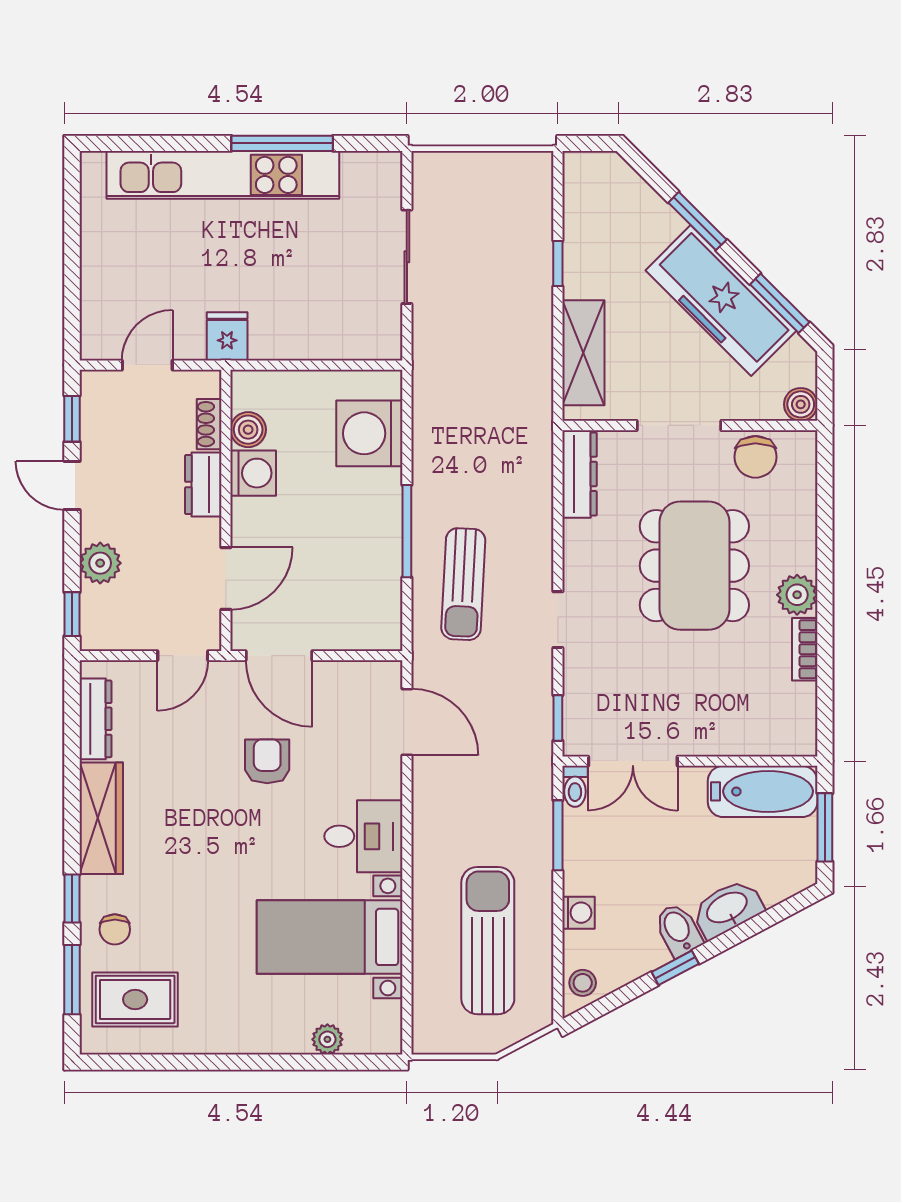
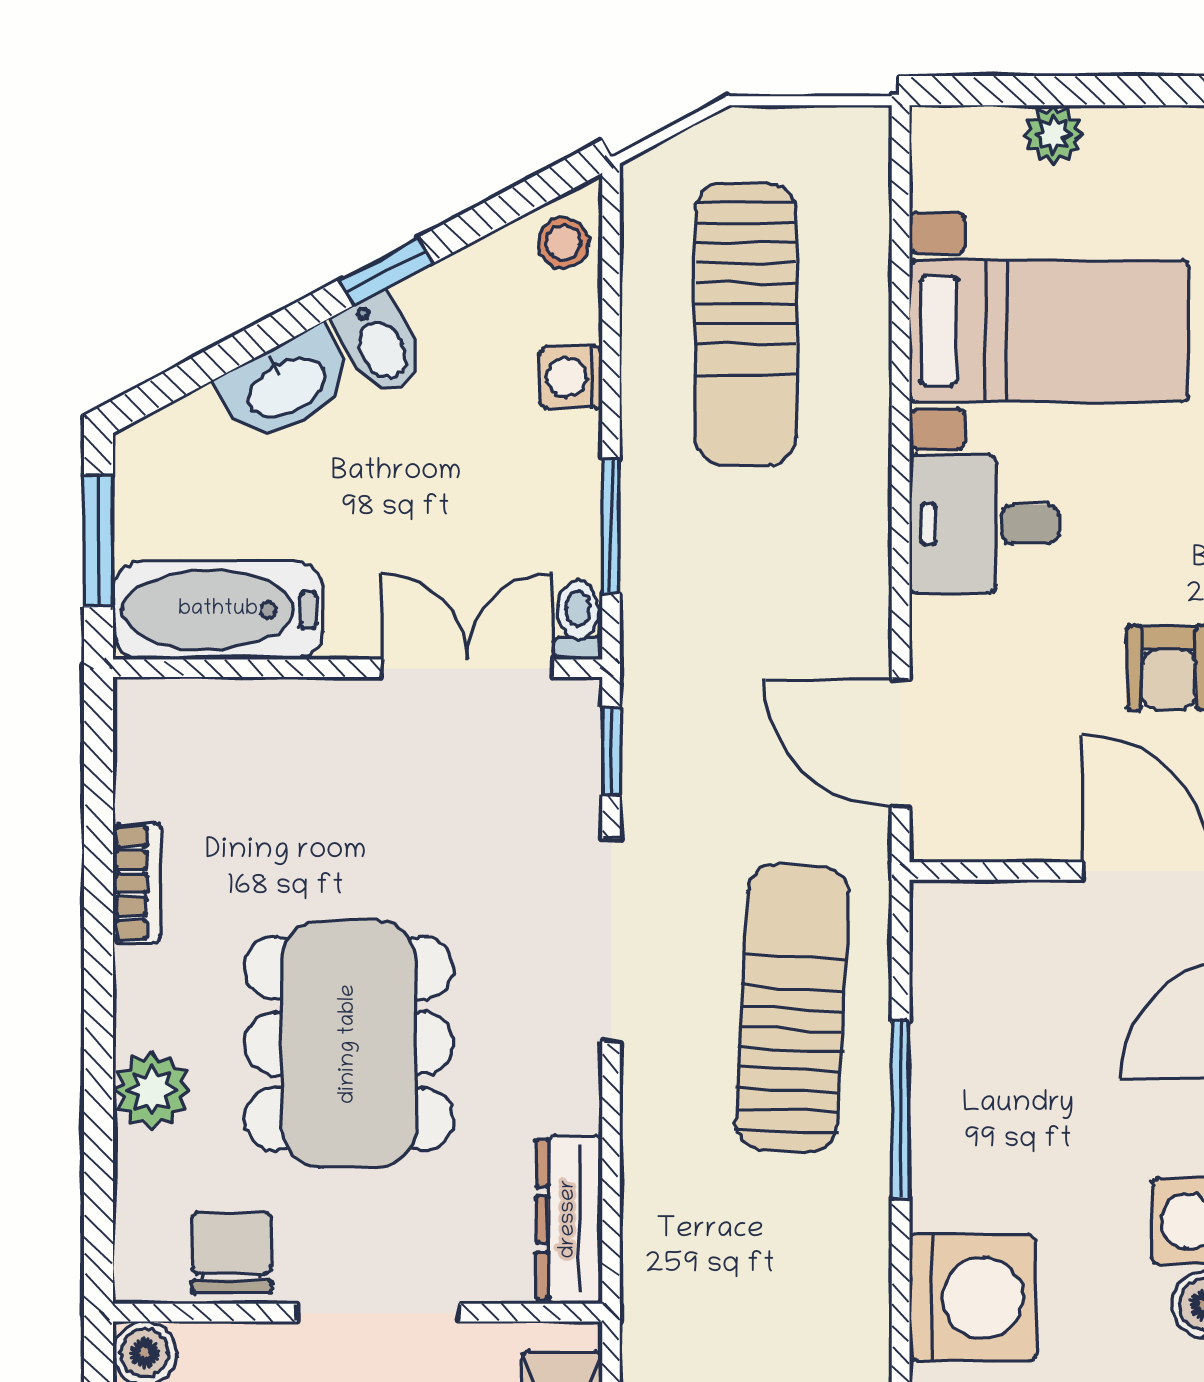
sun lounger: (463, 584) -> (792, 1008), width x1.36, depth x1.34
plant: (797, 595) -> (152, 1090), moved
doorway: (558, 620) -> (611, 940), width x1.88

